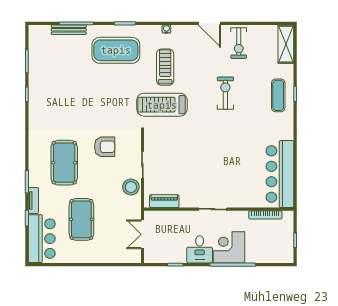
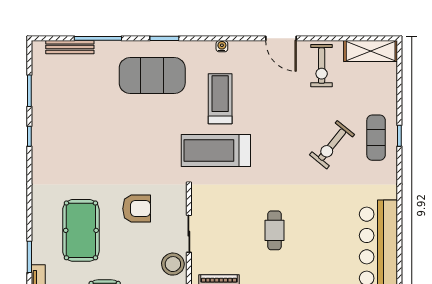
bench: (69, 30) -> (70, 47), moved
shelving: (286, 44) -> (371, 51), moved, turned 90
exercise bike: (225, 93) -> (332, 145), moved, turned -141
cafe table: (205, 163) -> (274, 230), added

